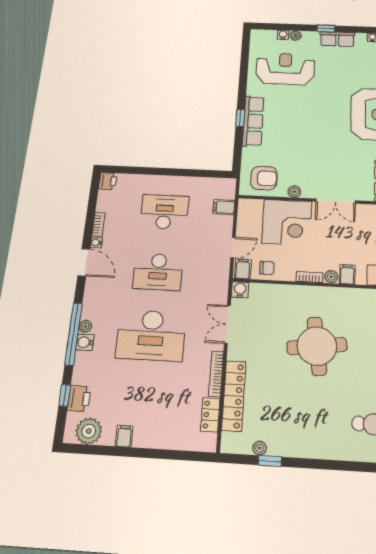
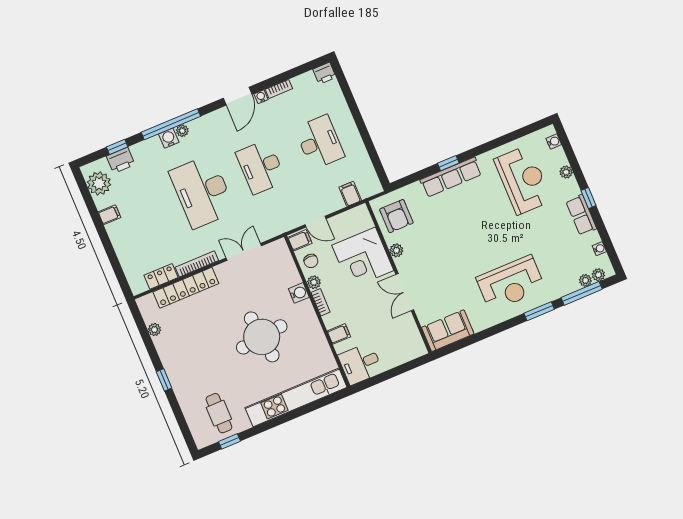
water cooler: (283, 35) -> (554, 142), moved
plant: (331, 277) -> (314, 282), moved
water cooler: (240, 290) -> (299, 293), moved
window: (270, 461) -> (164, 380), moved

